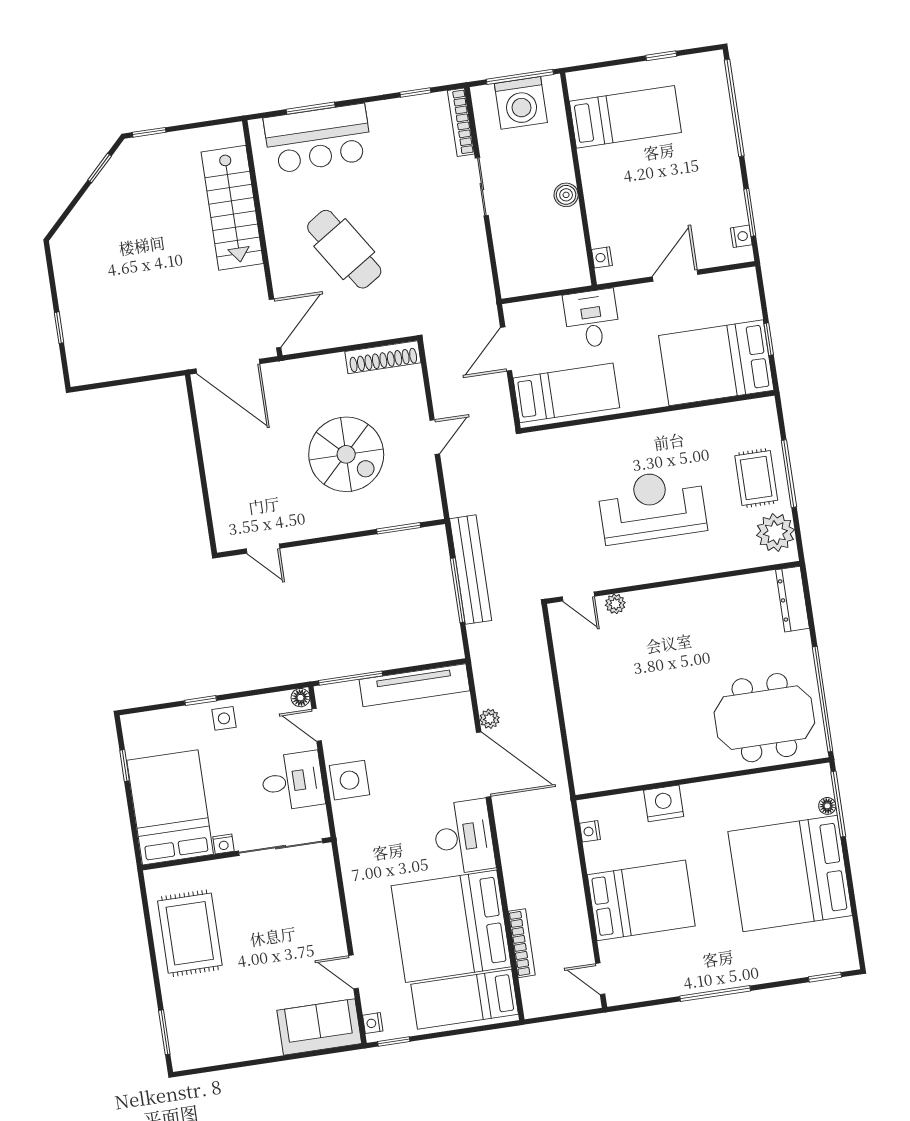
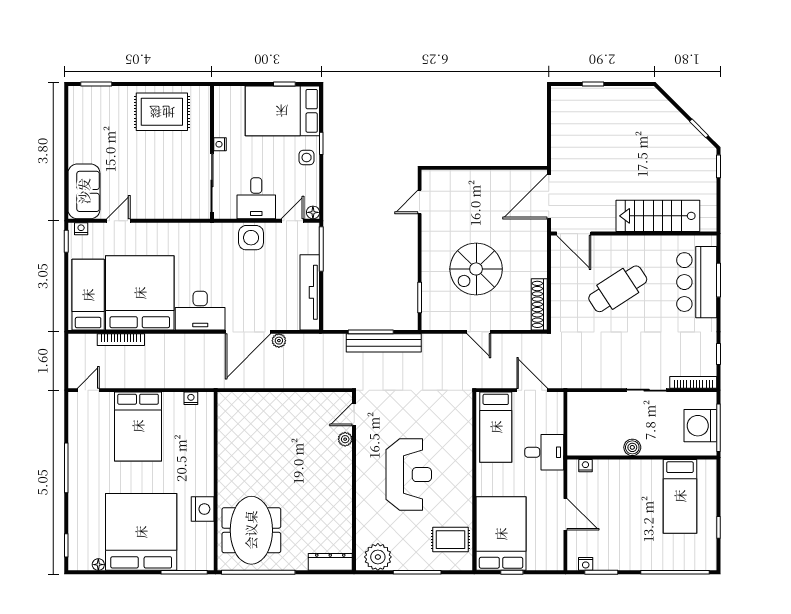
rug: (756, 478) -> (451, 540), moved
nightstand: (664, 803) -> (203, 509), moved
floor lamp: (827, 806) -> (98, 565), moved
bed: (170, 807) -> (282, 111), moved, turned 180

